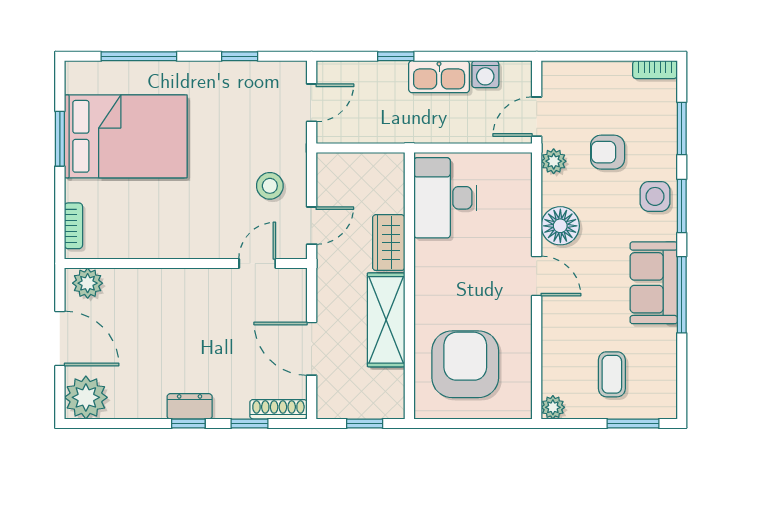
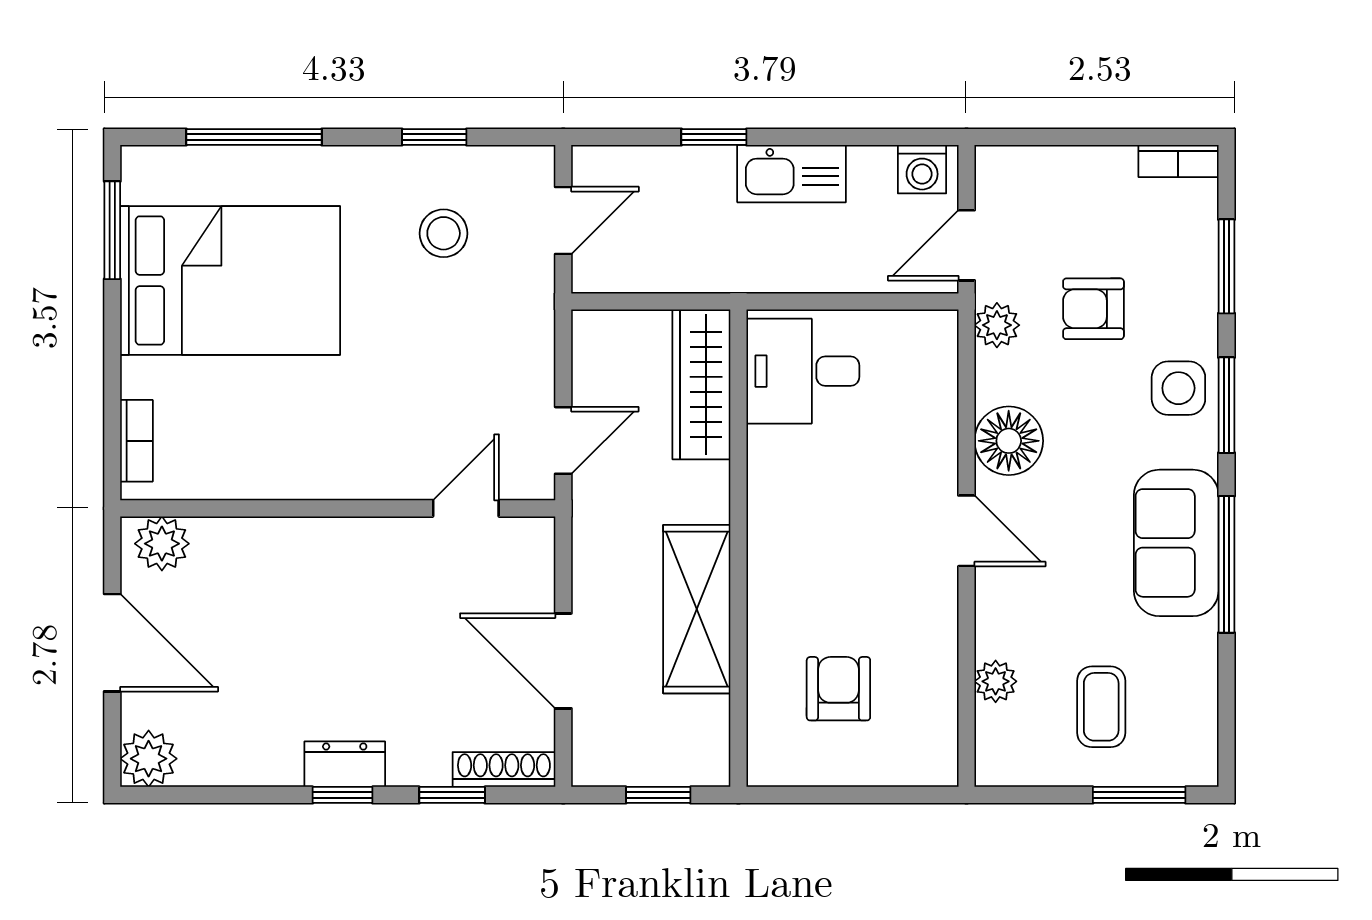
washing machine: (485, 74) -> (922, 169), moved
window: (60, 139) -> (112, 230), moved
stool: (270, 186) -> (444, 233), moved
desk: (445, 198) -> (803, 371), width x0.73
wardrobe: (389, 243) -> (701, 384), moved, width x1.50
armchair: (465, 364) -> (838, 689), width x0.53, depth x0.53
plant: (86, 397) -> (149, 759), width x0.73, depth x0.73
plant: (553, 407) -> (996, 681), moved

